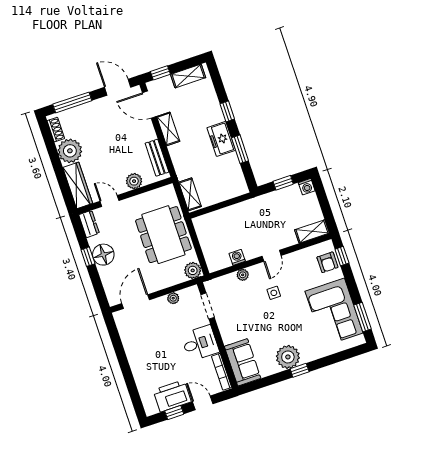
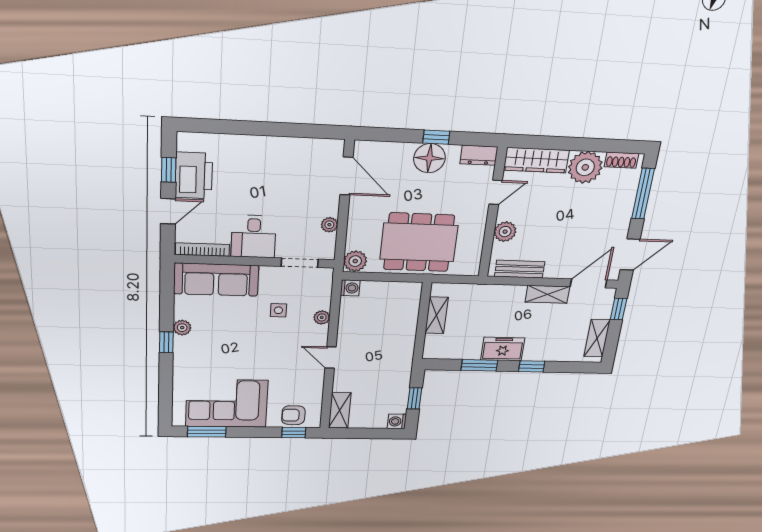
shelving: (190, 194) -> (437, 315), moved, turned 90
washing machine: (237, 257) -> (350, 288), moved
side table: (274, 293) -> (278, 310), moved
plant: (288, 357) -> (182, 328), width x0.53, depth x0.53
sofa: (243, 362) -> (216, 280), width x1.36

